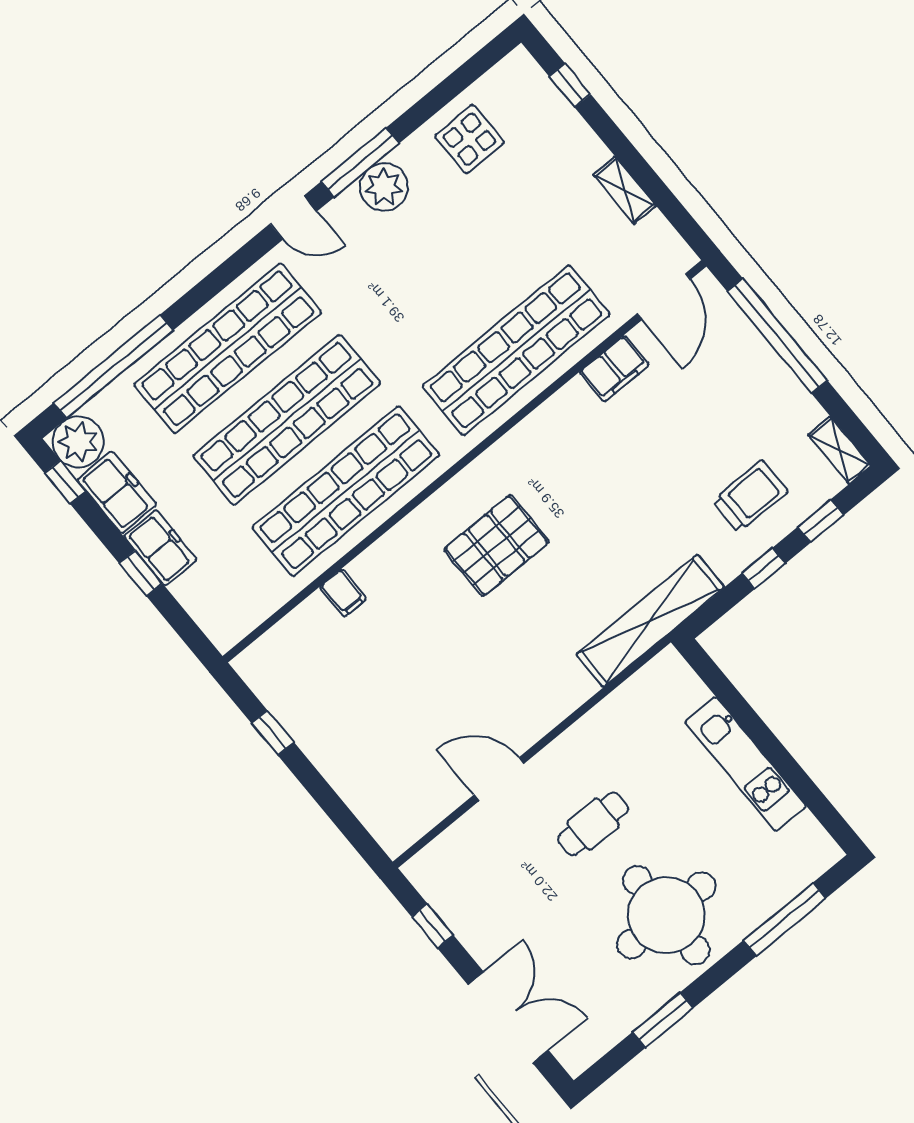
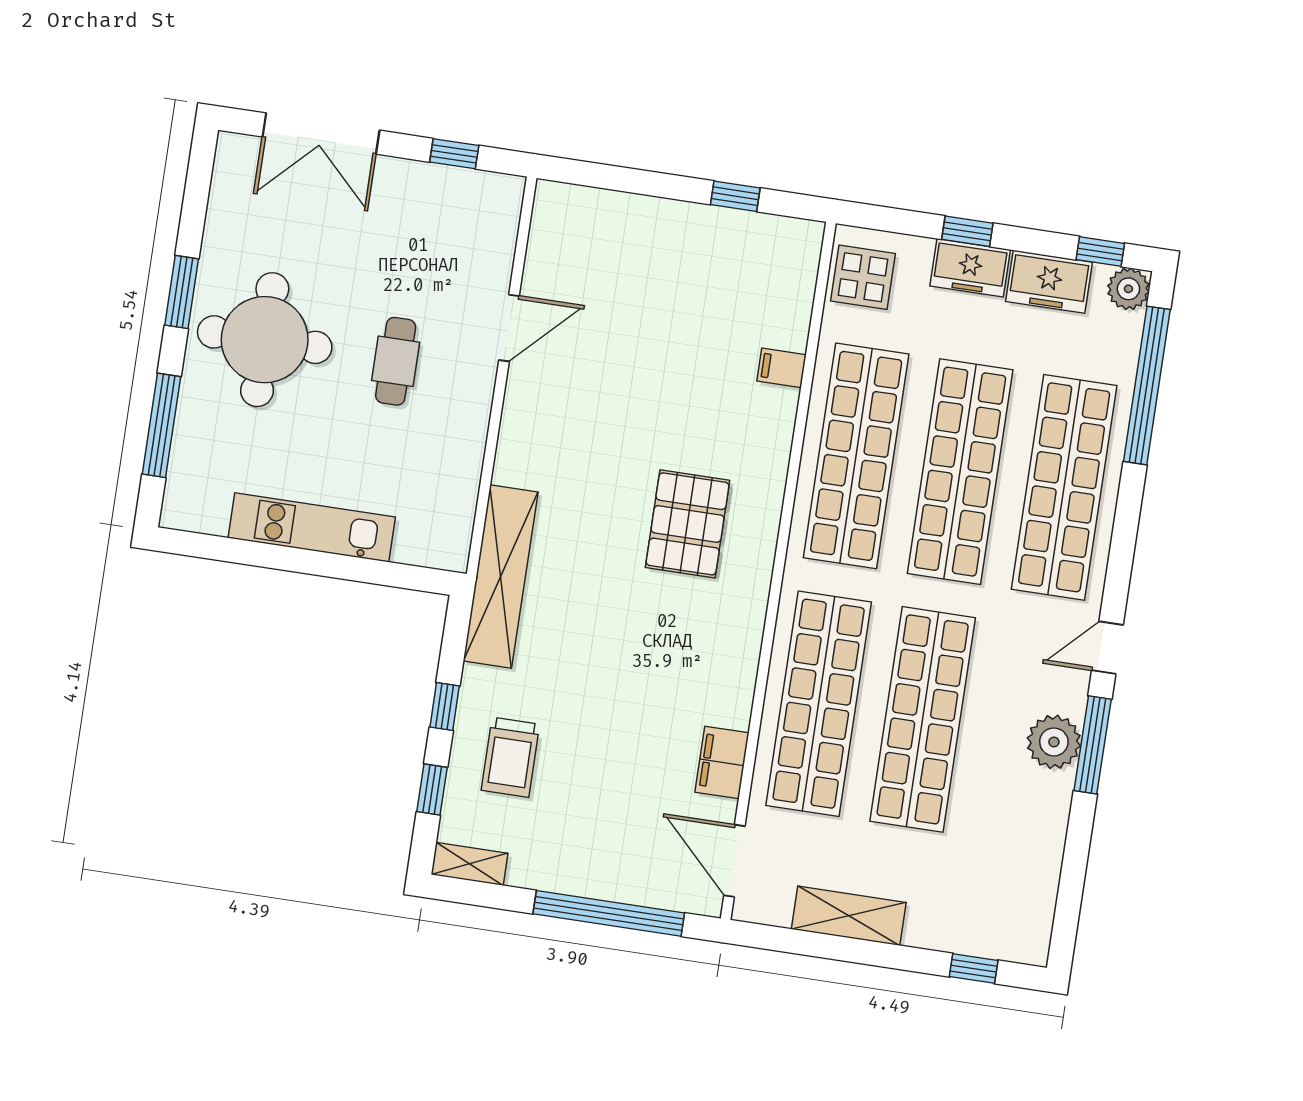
display table: (469, 139) -> (863, 277), moved
shelving: (625, 190) -> (849, 916), width x1.50, depth x1.33
shop shelf: (457, 279) -> (923, 719), added
plant: (78, 442) -> (1128, 289), width x0.73, depth x0.73
window: (663, 1020) -> (182, 292), moved

